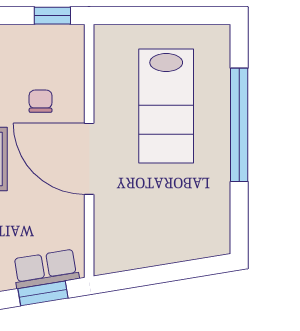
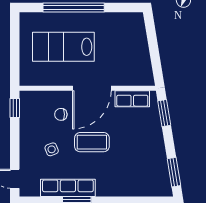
lab bench: (166, 106) -> (63, 47), turned 180
row of seats: (46, 269) -> (132, 99), moved, turned -81

